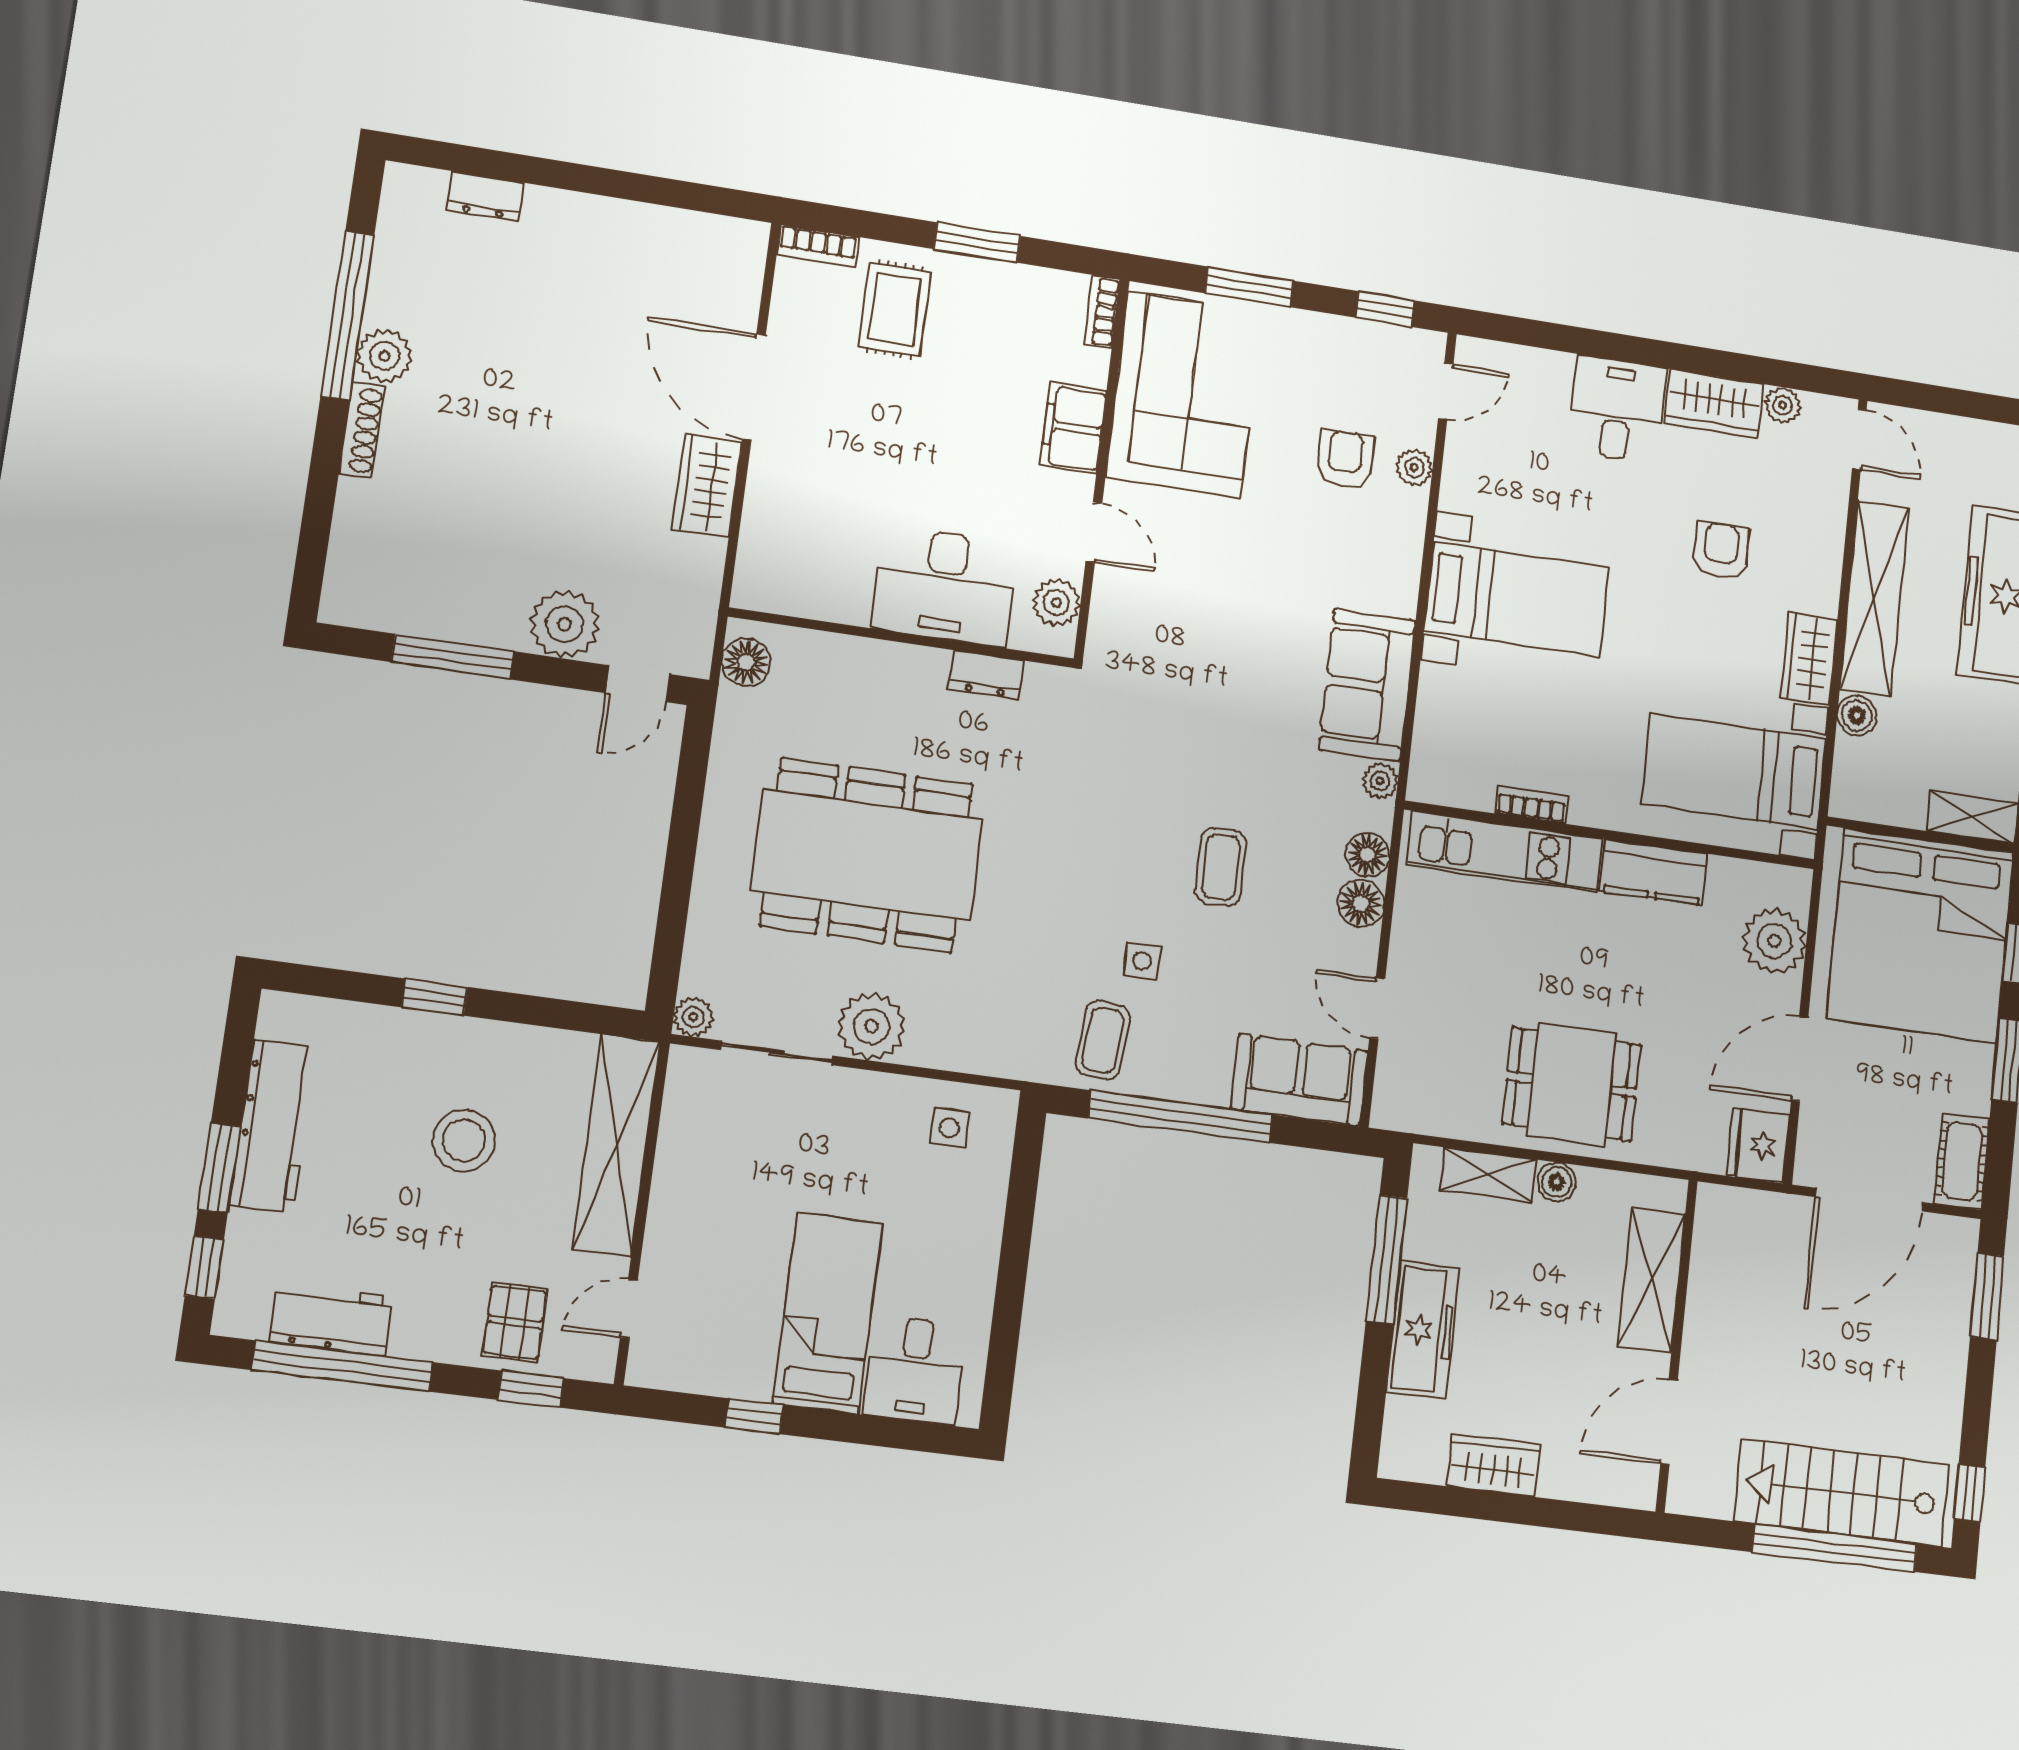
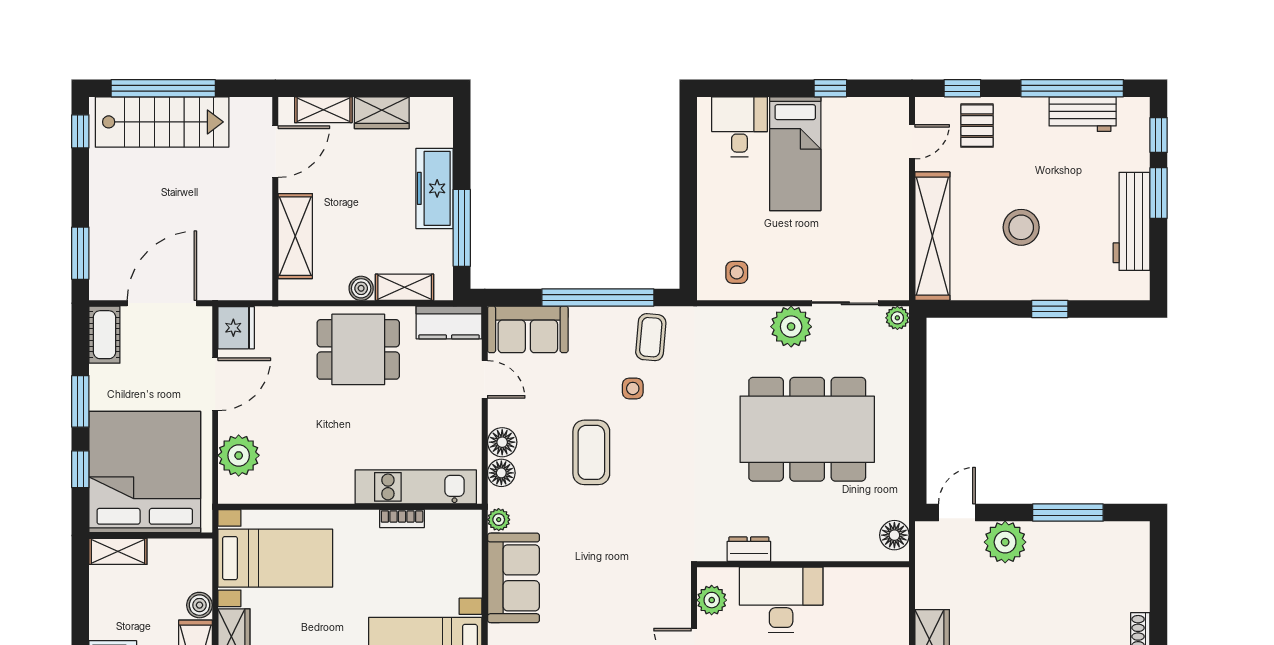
coffee table: (1221, 867) -> (591, 452), width x1.36, depth x1.30
kitchen counter: (1654, 872) -> (449, 323), moved, turned 180
shelving: (1586, 1482) -> (323, 110), added

